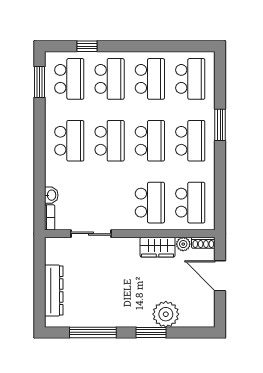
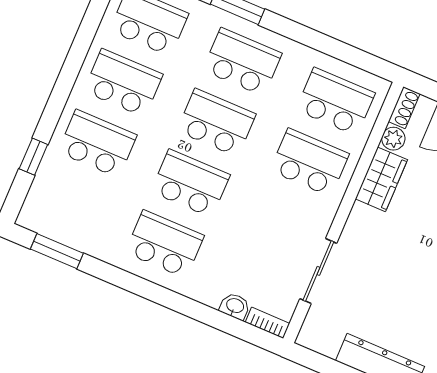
school desk: (69, 79) -> (71, 204), removed

